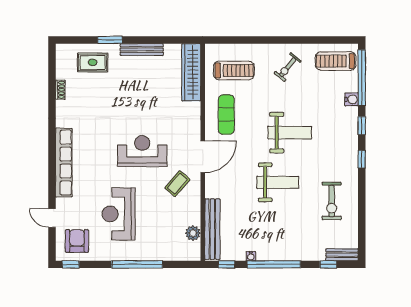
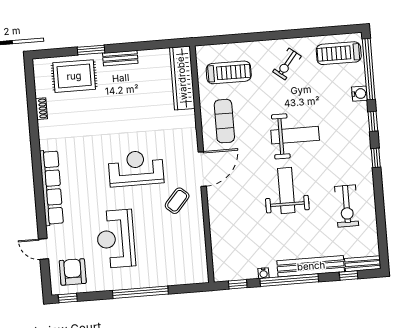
bench: (142, 50) -> (120, 58), width x0.73
rug: (93, 62) -> (74, 76), width x1.36, depth x1.43
weight bench: (278, 182) -> (286, 190), turned -90
bench: (212, 229) -> (311, 266), moved, turned 90
plant: (193, 233) -> (198, 253), removed

